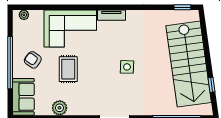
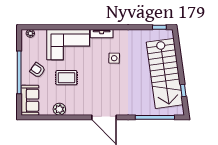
side table: (127, 67) -> (114, 58), moved
rug: (68, 69) -> (66, 78), turned 90

